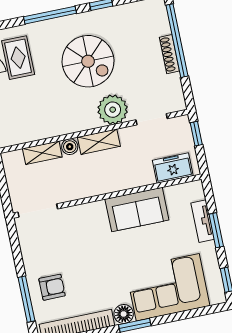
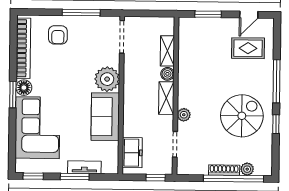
plant: (162, 27) -> (247, 169), added
spiral stairs: (88, 61) -> (242, 116), moved, turned 180
plant: (113, 110) -> (184, 115), width x0.53, depth x0.53
plant: (92, 217) -> (107, 79), added
window: (26, 299) -> (81, 13), moved

